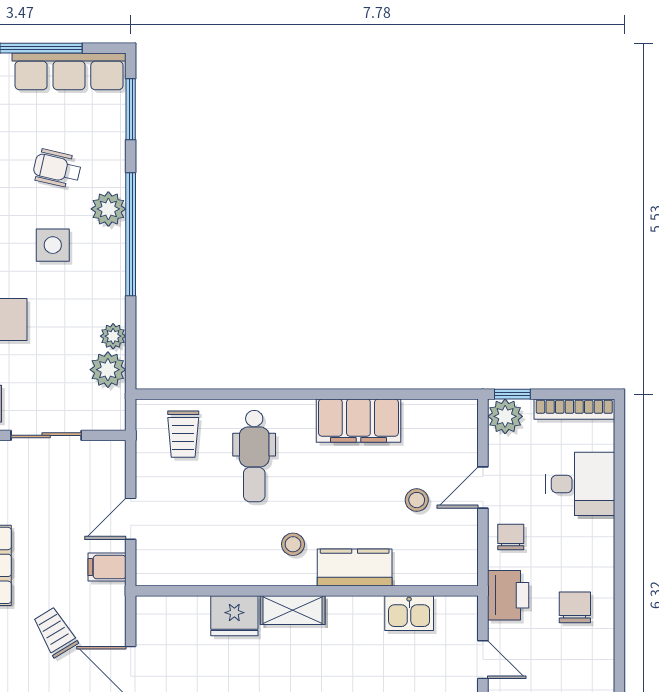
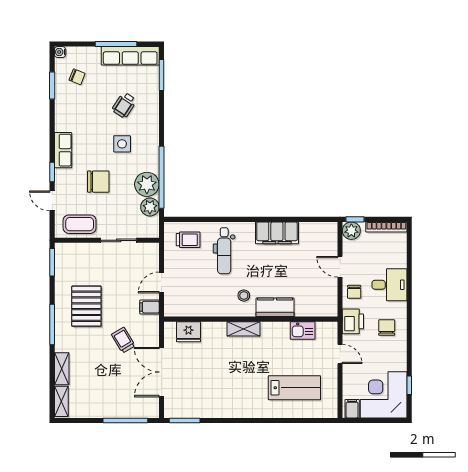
wheelchair: (57, 169) -> (124, 105), turned -70
plant: (108, 209) -> (150, 126), removed
window: (131, 234) -> (161, 177), moved
plant: (113, 336) -> (147, 184), width x1.87, depth x1.87
trolley: (183, 434) -> (188, 240), turned -90
desk: (580, 484) -> (389, 285), moved
door: (483, 488) -> (340, 267), hinge flipped
stool: (417, 500) -> (307, 273), removed
chair: (511, 537) -> (354, 292), turned 180
fridge: (234, 616) -> (188, 332), moved

